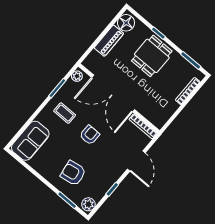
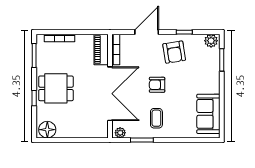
piano: (109, 41) -> (101, 49), moved, turned -90
sofa: (30, 141) -> (208, 114), moved, turned -90
armchair: (73, 173) -> (174, 52), moved

